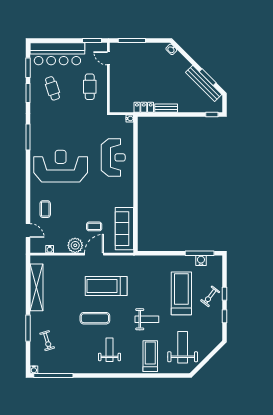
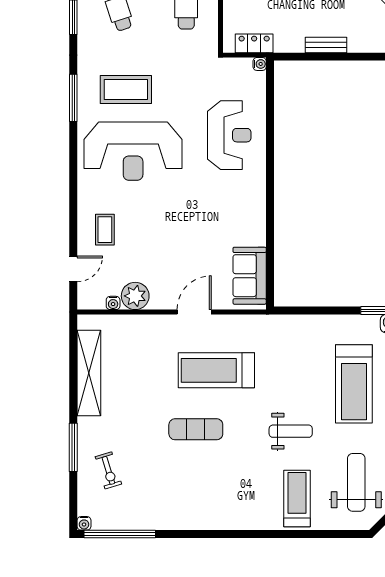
locker: (144, 107) -> (254, 43), moved
reception desk: (61, 166) -> (133, 151), turned 180
coffee table: (94, 226) -> (126, 89), moved, width x1.86, depth x1.72
sofa: (124, 229) -> (250, 276), width x0.73
door: (28, 230) -> (73, 269), hinge flipped
plant: (75, 245) -> (135, 296), moved
treadmill: (181, 293) -> (354, 384), turned 180
weight bench: (110, 350) -> (222, 487), removed

